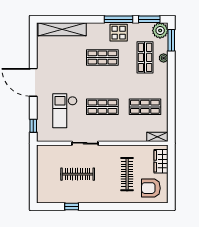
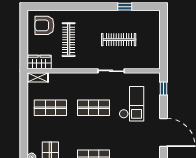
wardrobe: (161, 161) -> (39, 62), moved, turned -90
armchair: (151, 188) -> (44, 25), turned 180

